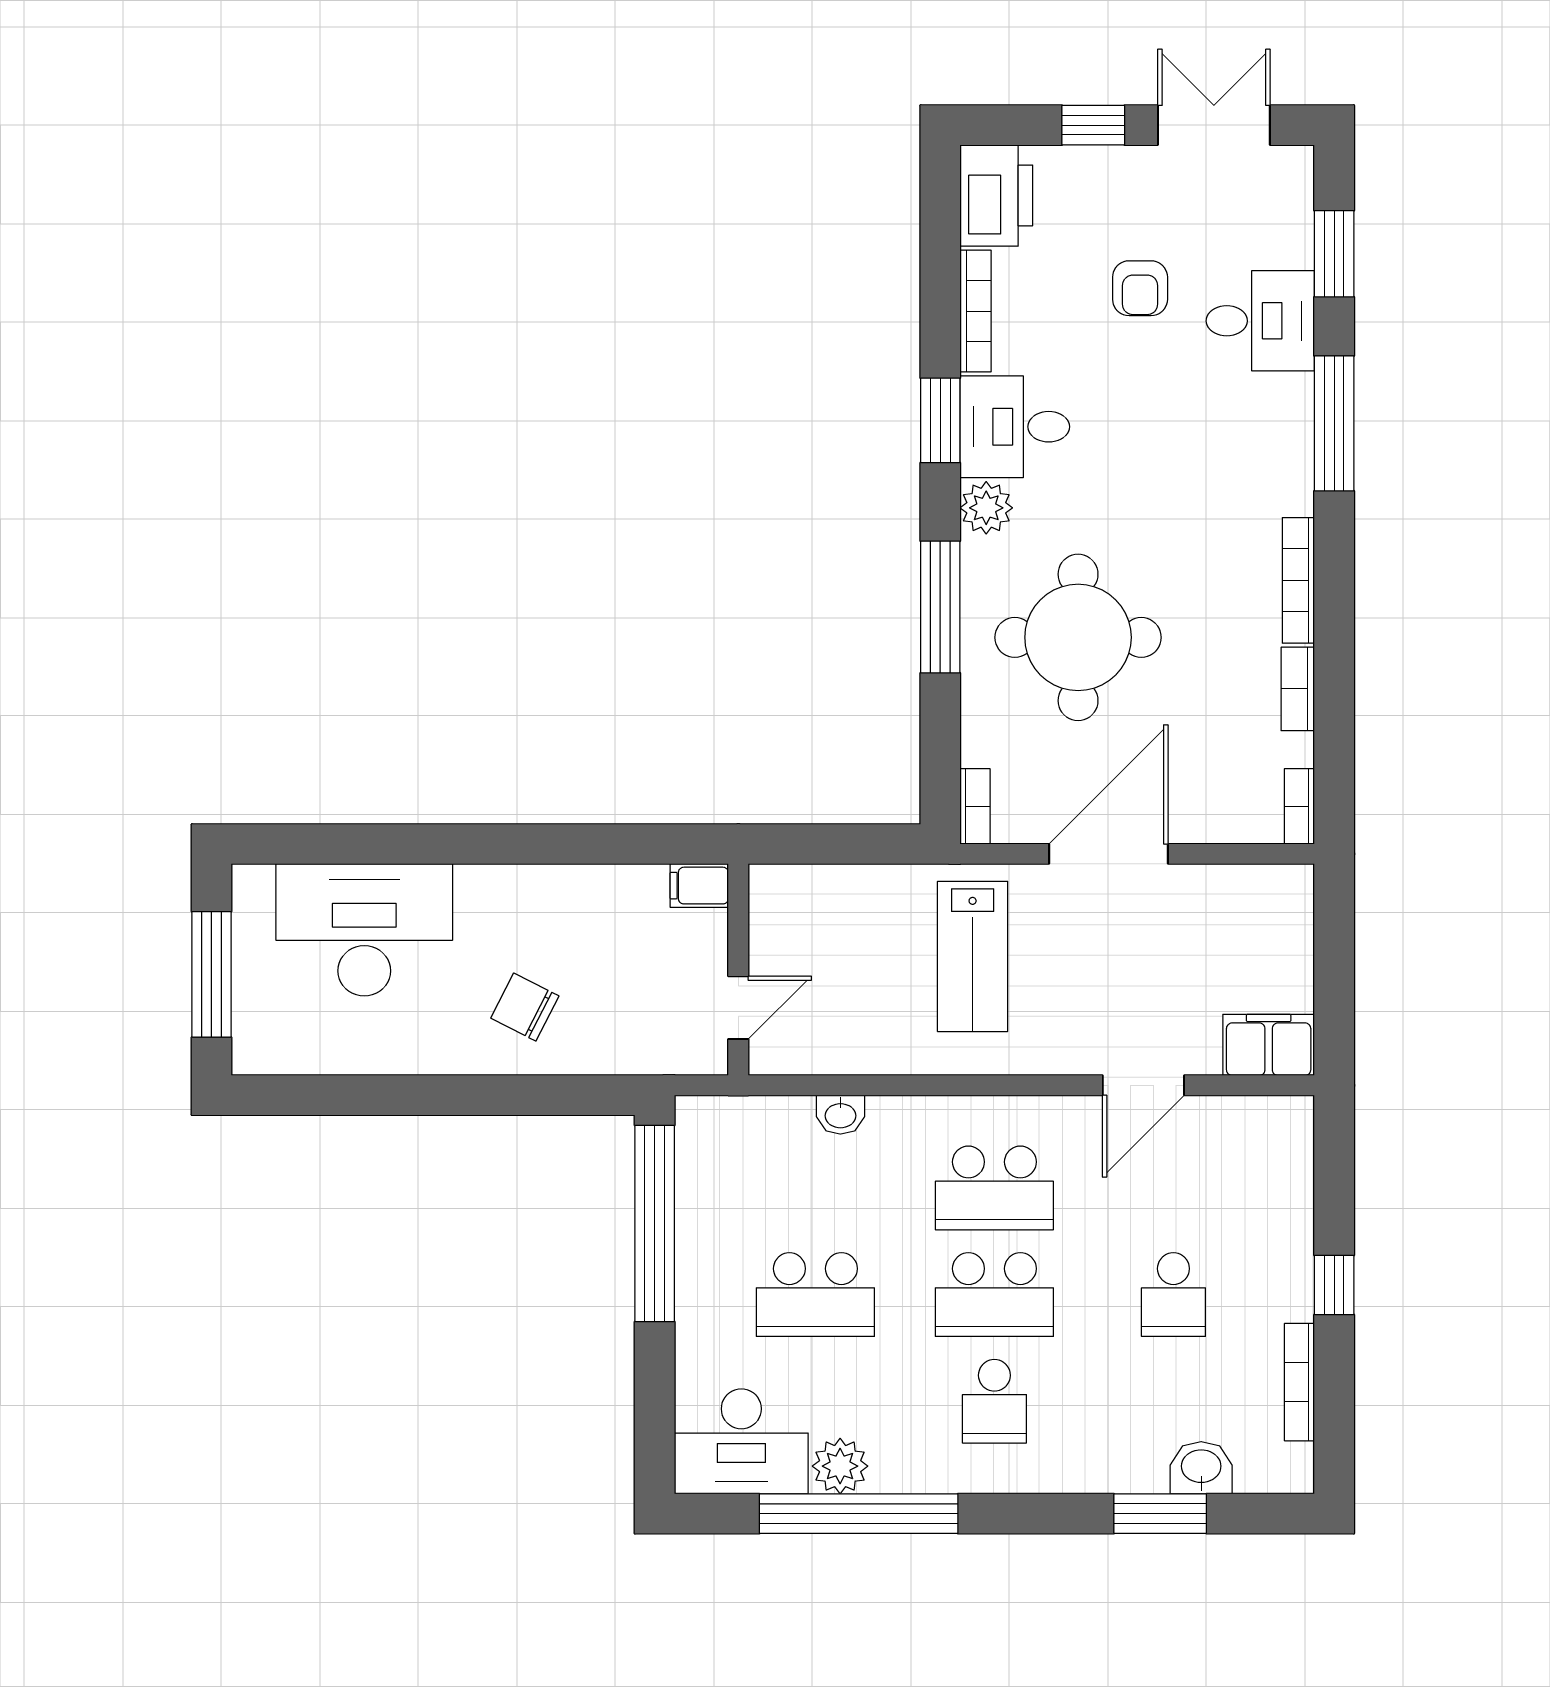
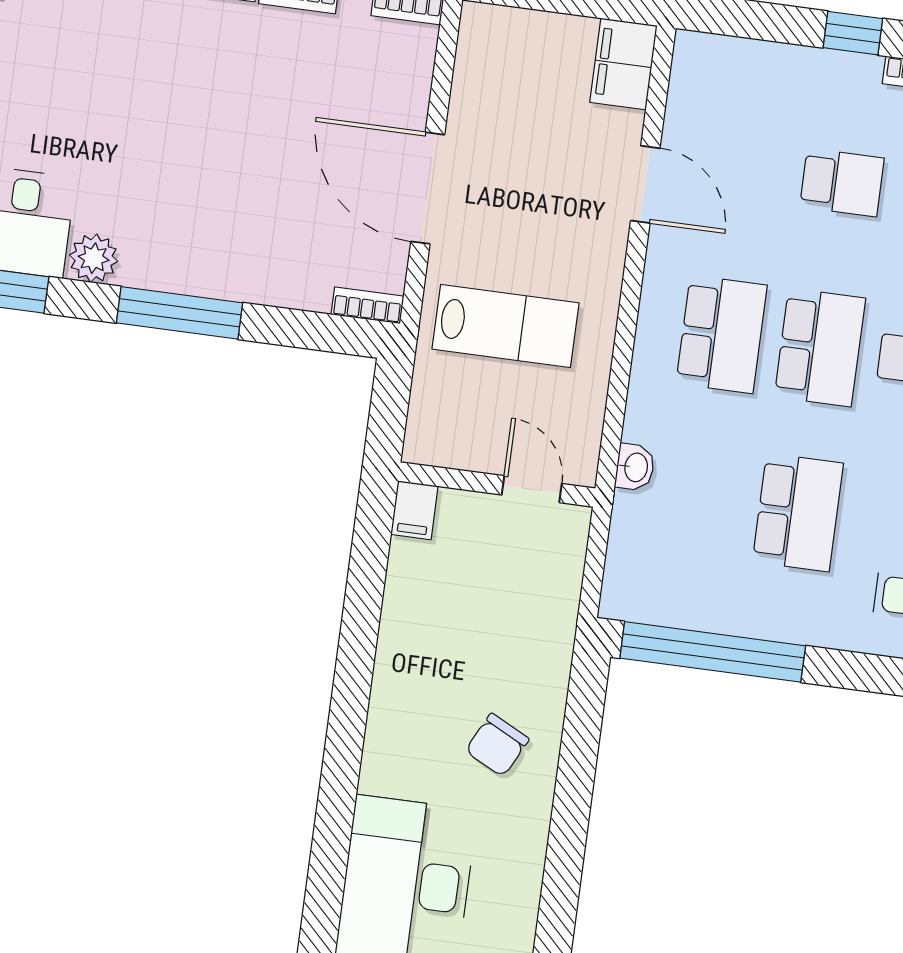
round table: (1078, 637) -> (224, 190), removed
filing cabinet: (699, 886) -> (414, 510), moved
wall: (738, 970) -> (497, 485), moved
door: (738, 1008) -> (532, 489), moved

